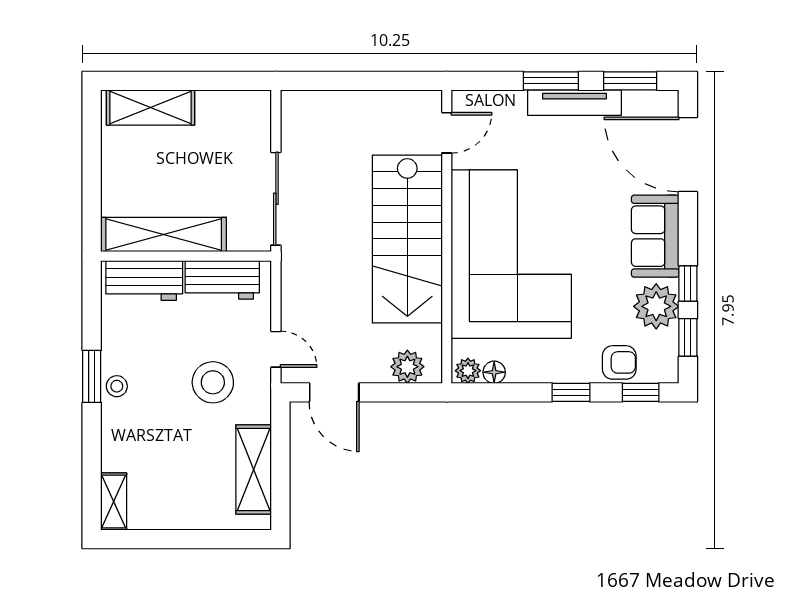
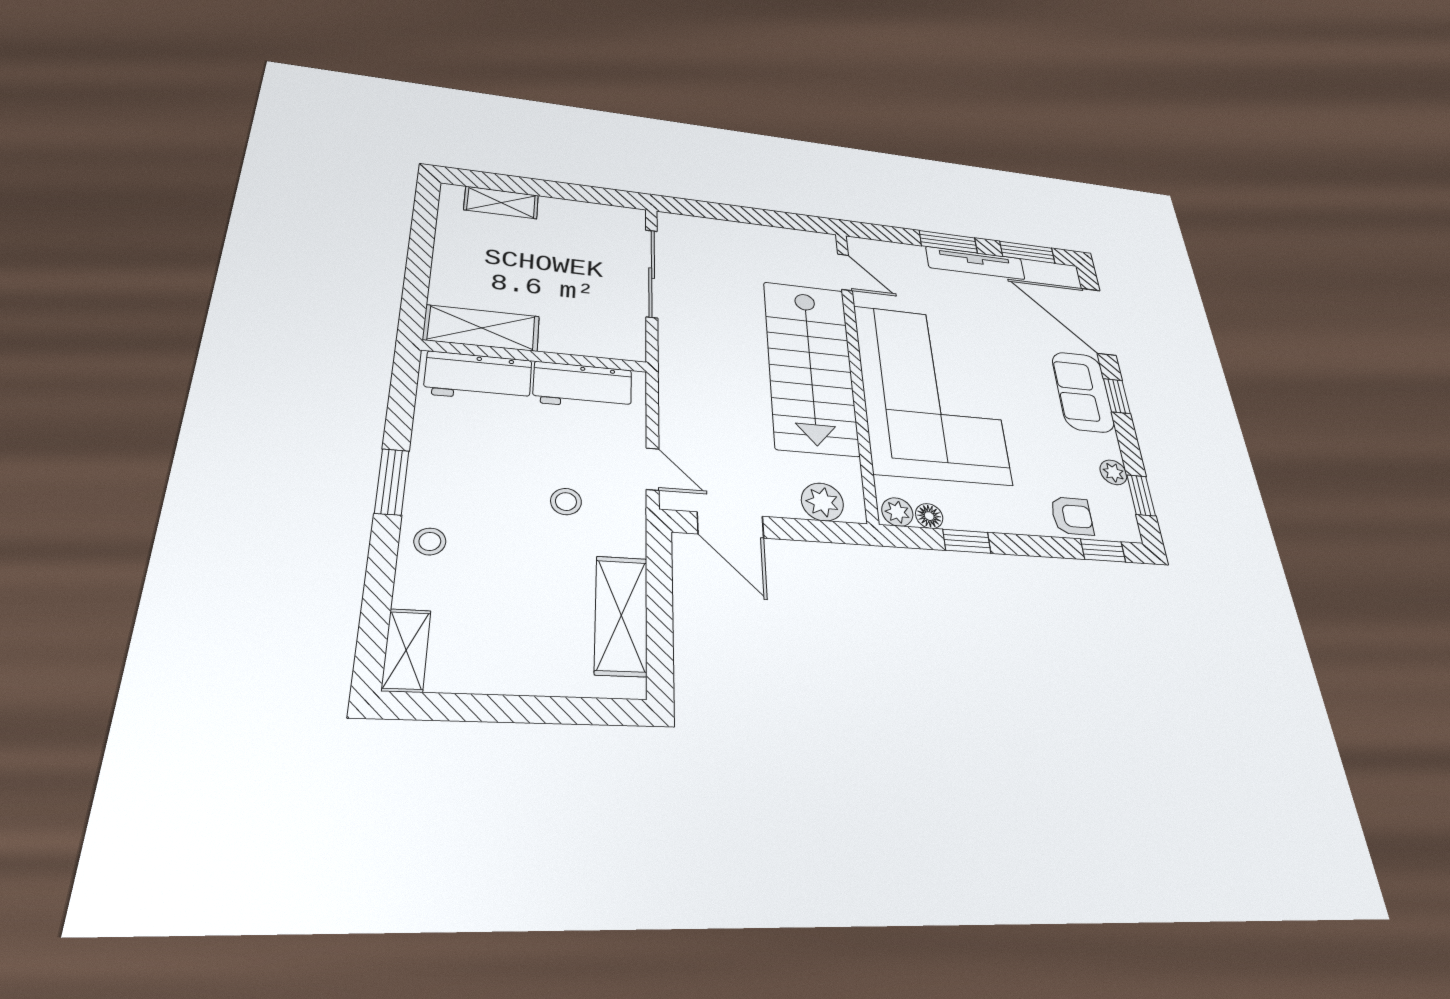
shelving: (151, 107) -> (501, 203), width x0.67, depth x0.75
door: (447, 133) -> (845, 272), hinge flipped
sliding door: (276, 199) -> (652, 273), moved
shelving: (164, 234) -> (482, 328), width x0.68
window: (688, 283) -> (1117, 396), moved
plant: (656, 306) -> (1113, 472), width x0.53, depth x0.53
stool: (213, 382) -> (566, 502), width x0.53, depth x0.53
stool: (117, 386) -> (430, 541), moved
window: (571, 392) -> (967, 541), moved

